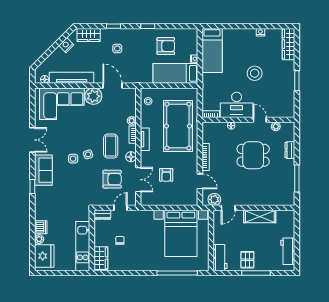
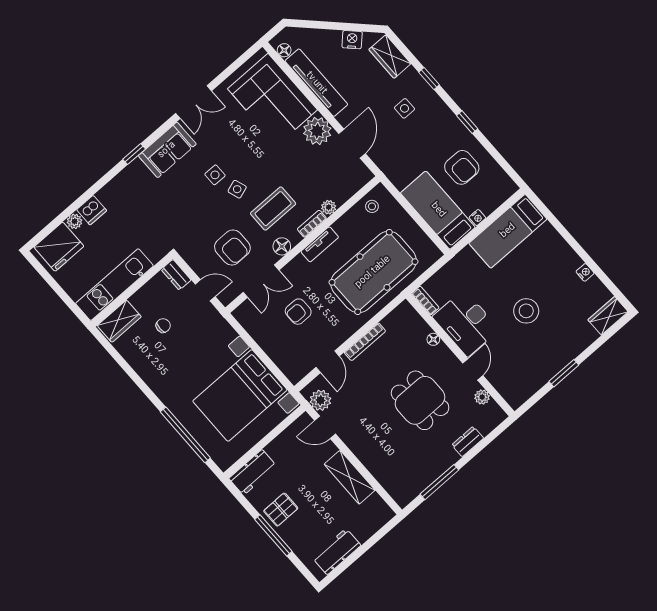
wardrobe: (289, 44) -> (608, 316), width x0.67

